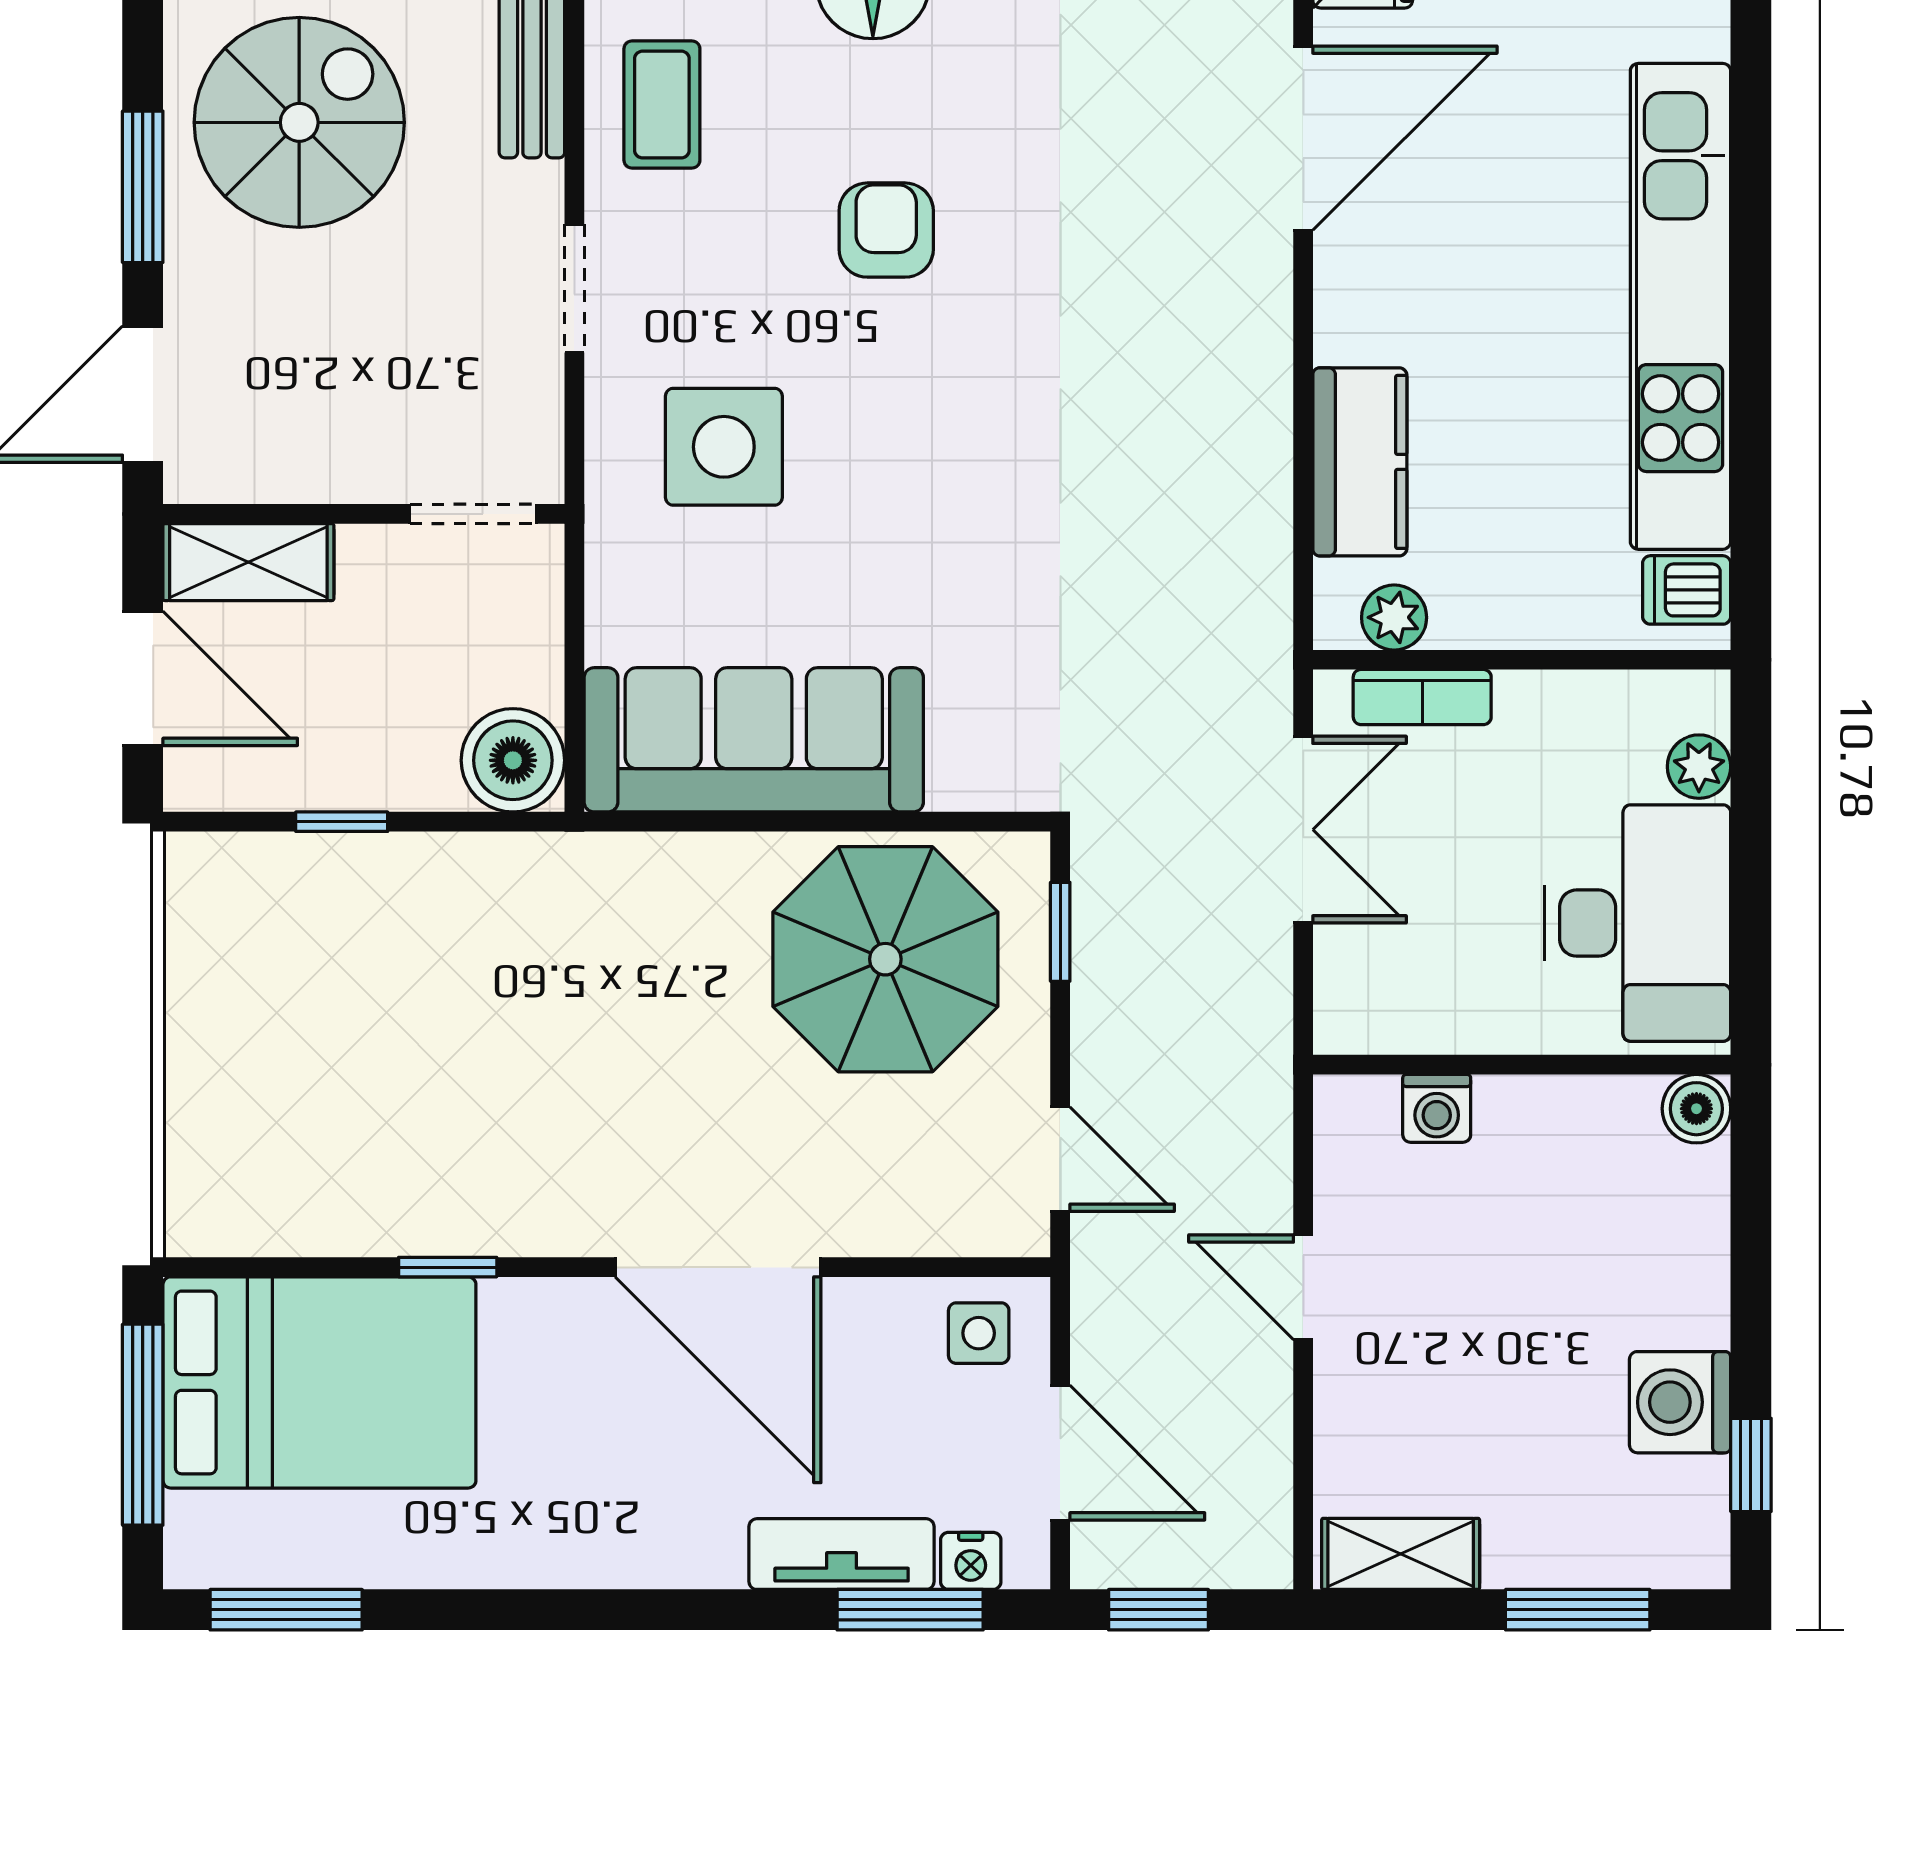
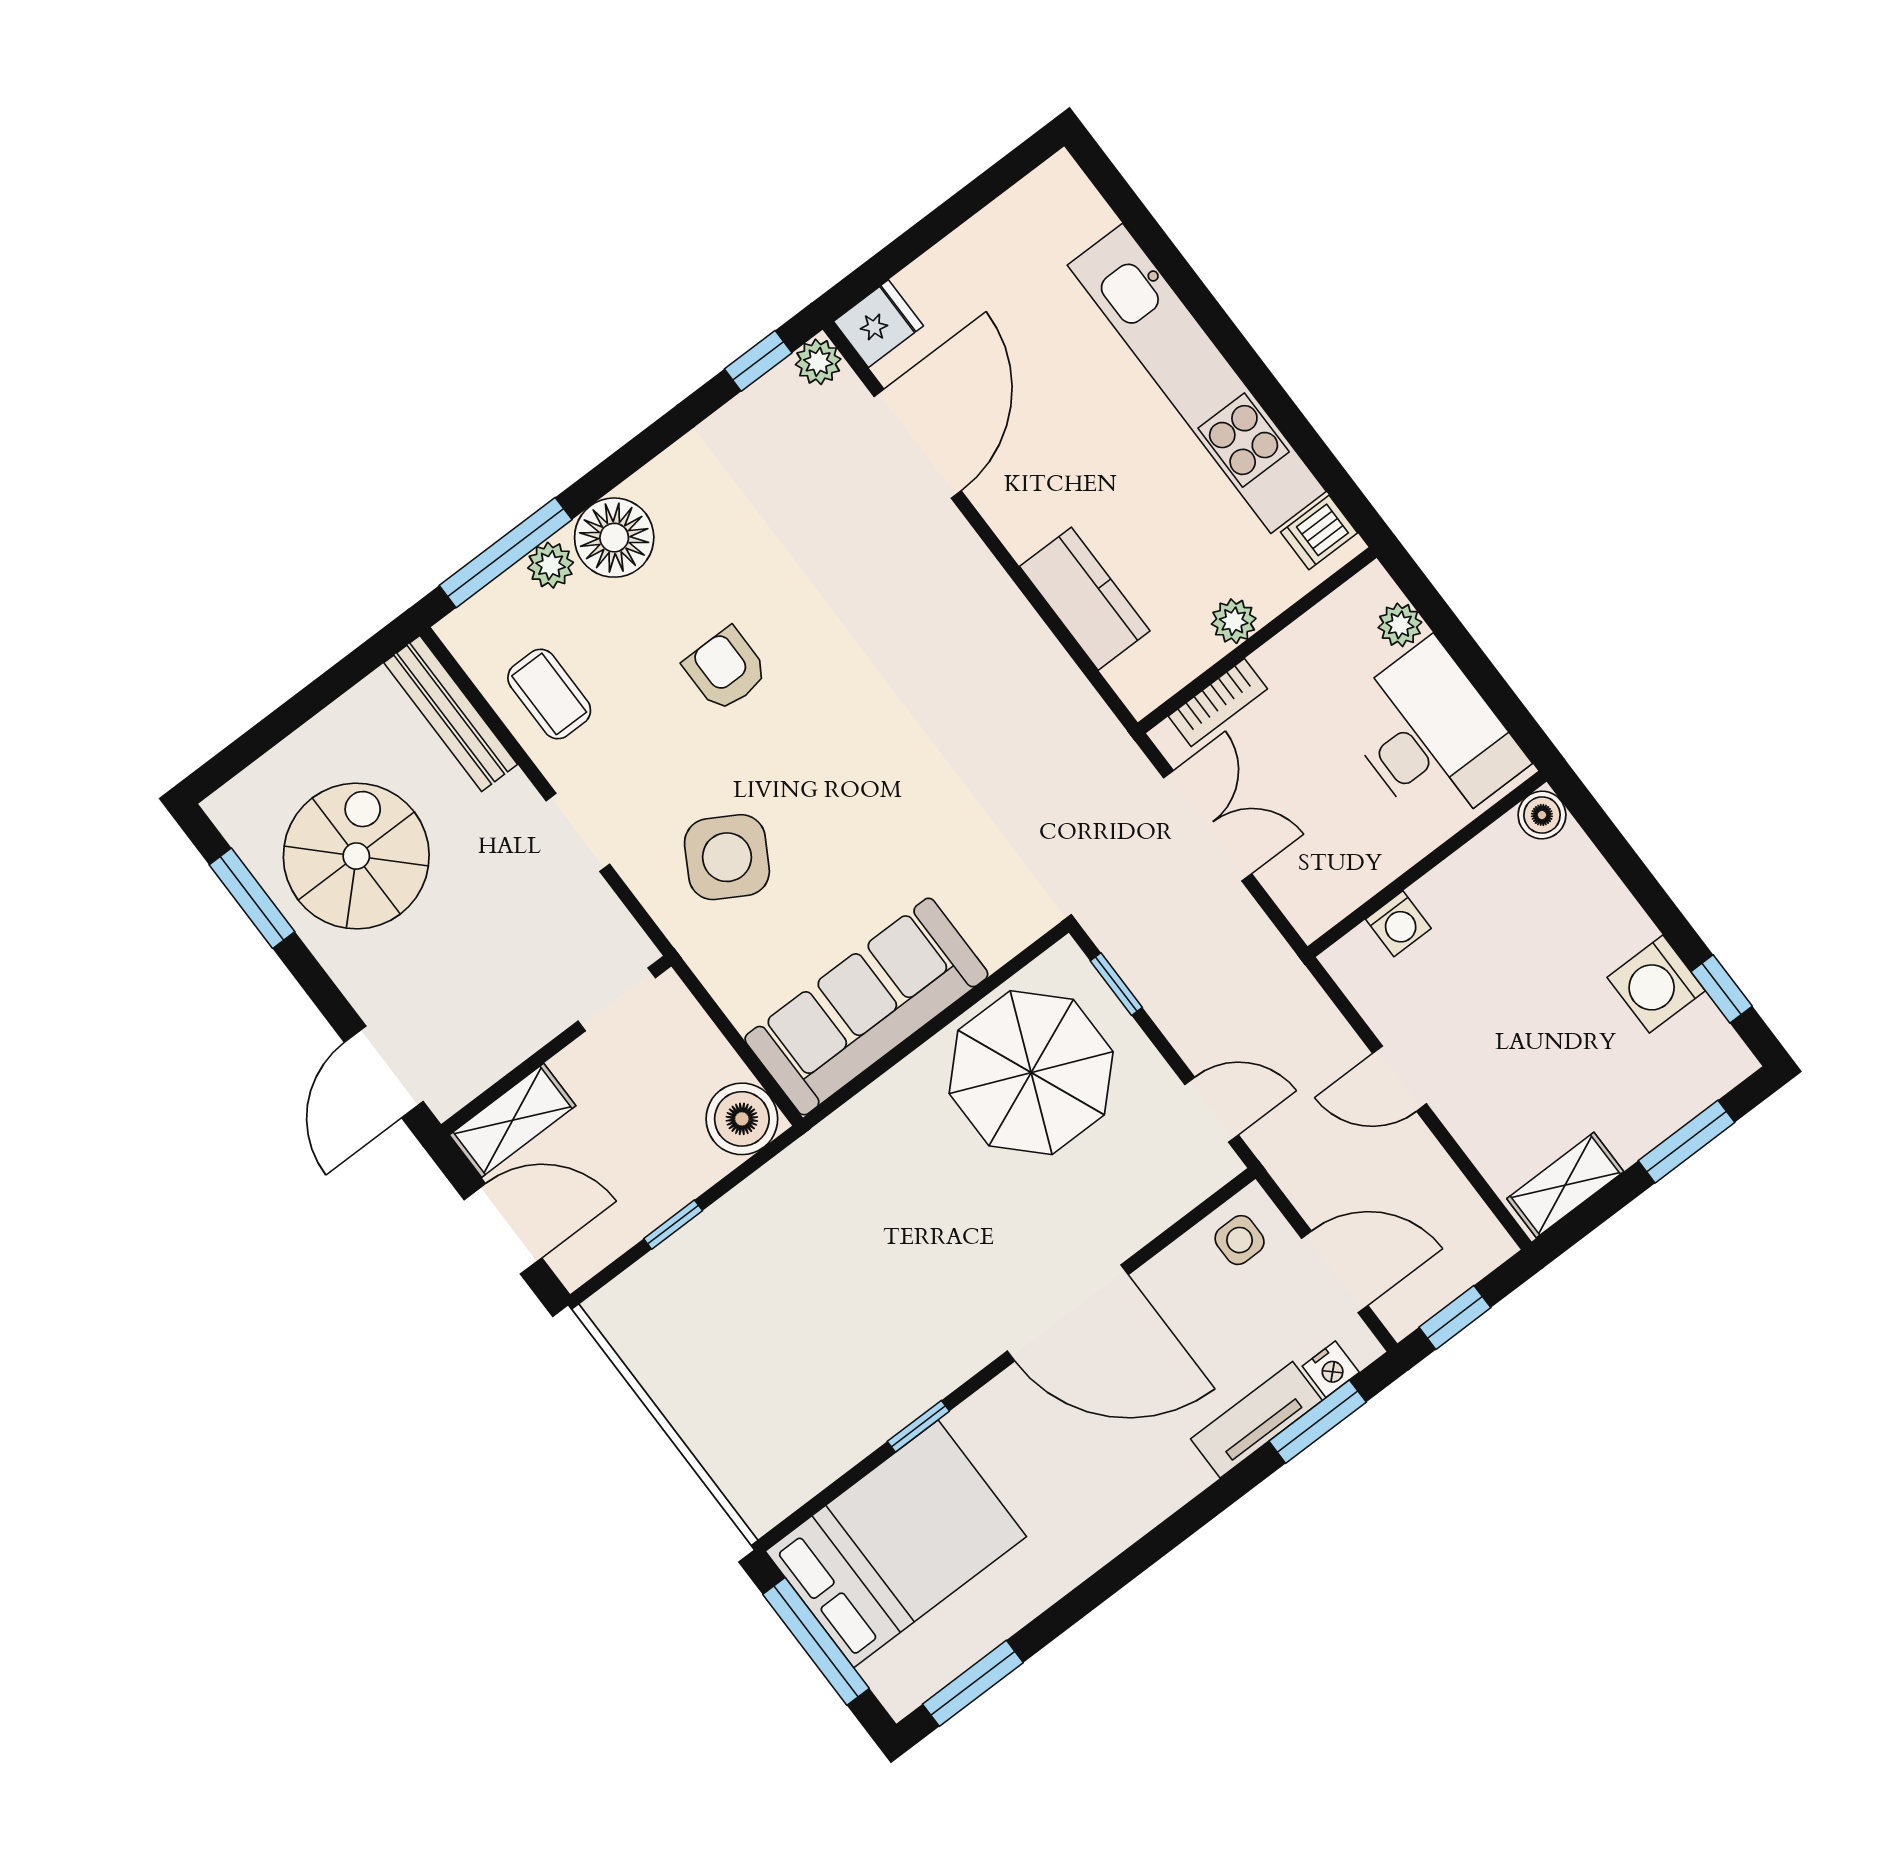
window: (143, 187) -> (252, 898), moved
side table: (724, 447) -> (727, 857), turned 30
plant: (1394, 617) -> (1234, 621), moved

